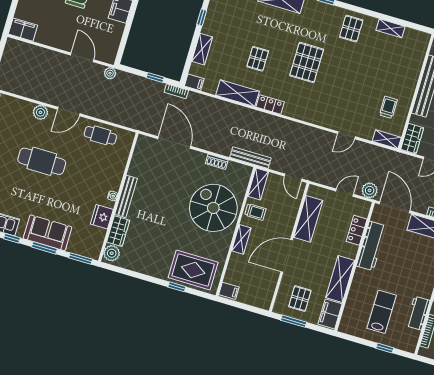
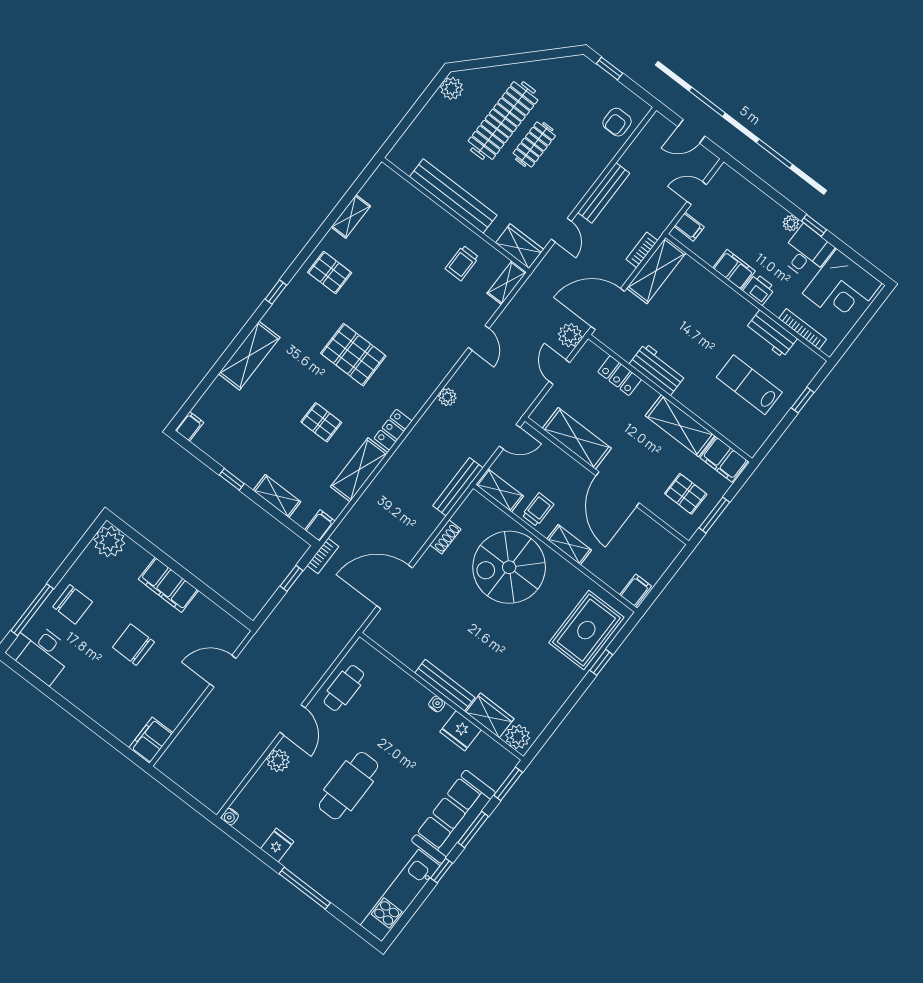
plant: (110, 73) -> (447, 397), moved
trolley: (388, 107) -> (462, 263), turned -90
sofa: (48, 233) -> (453, 817), width x1.36
workbench: (371, 246) -> (658, 369), width x0.73

